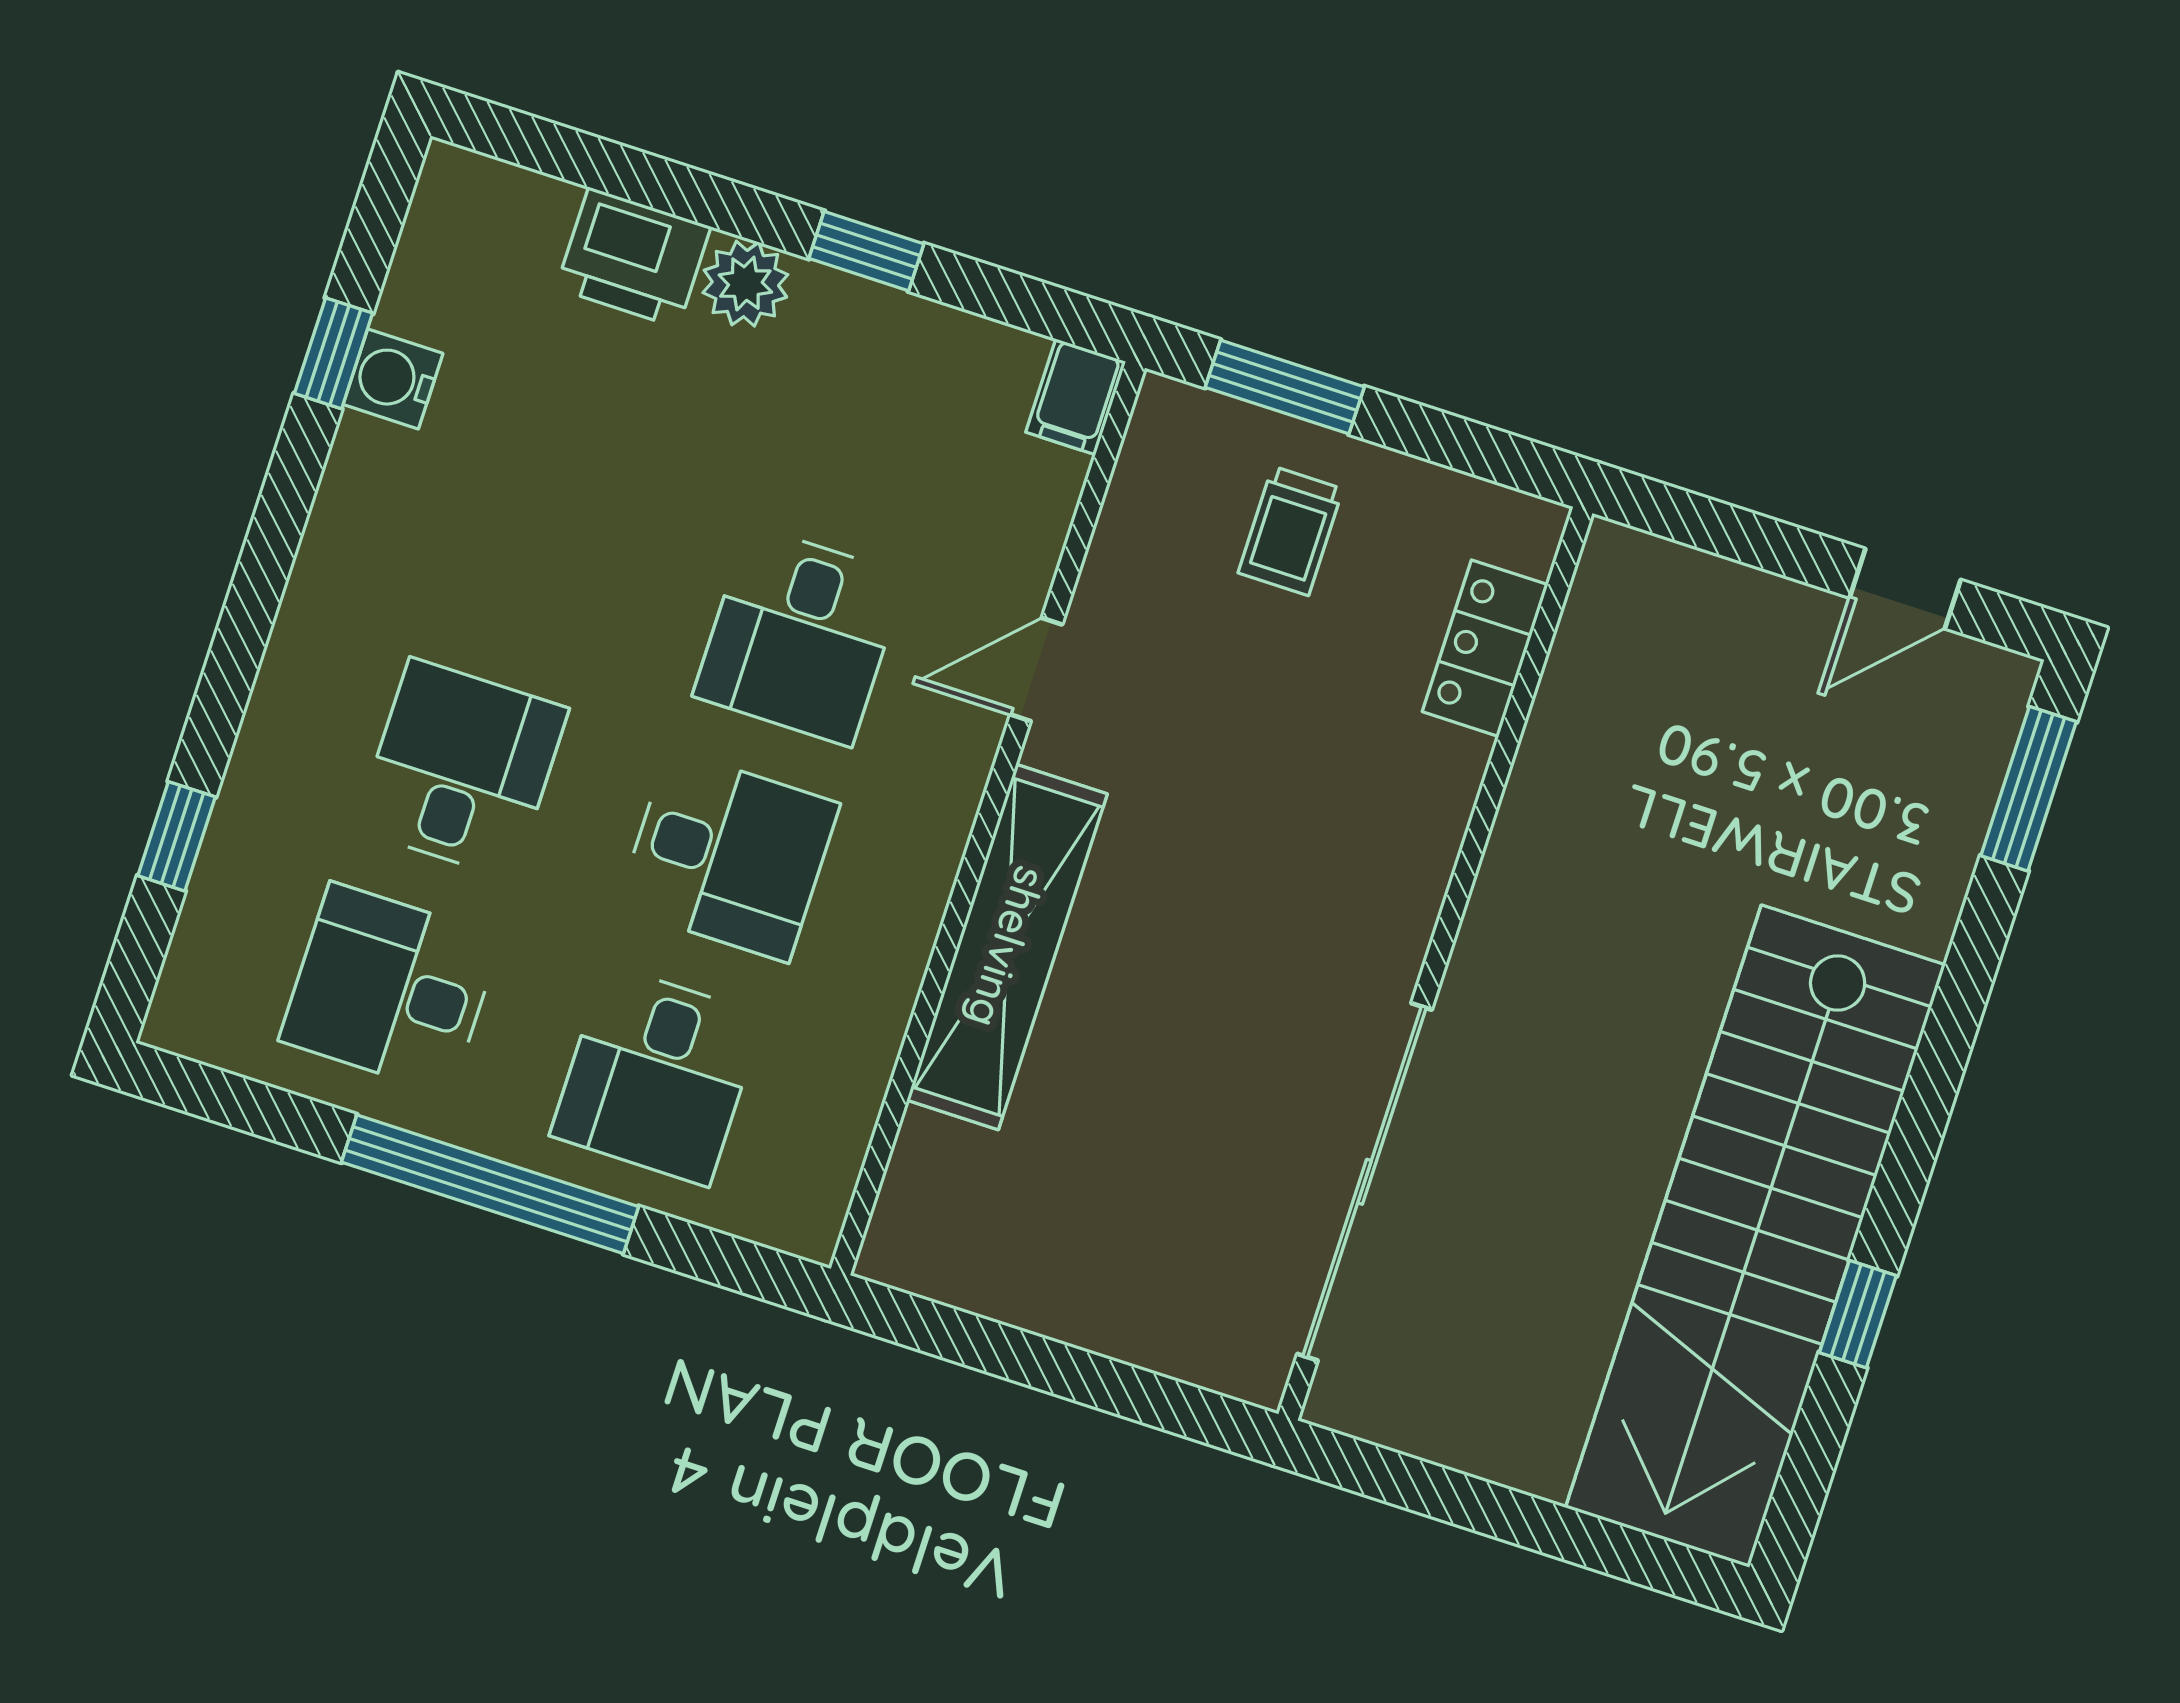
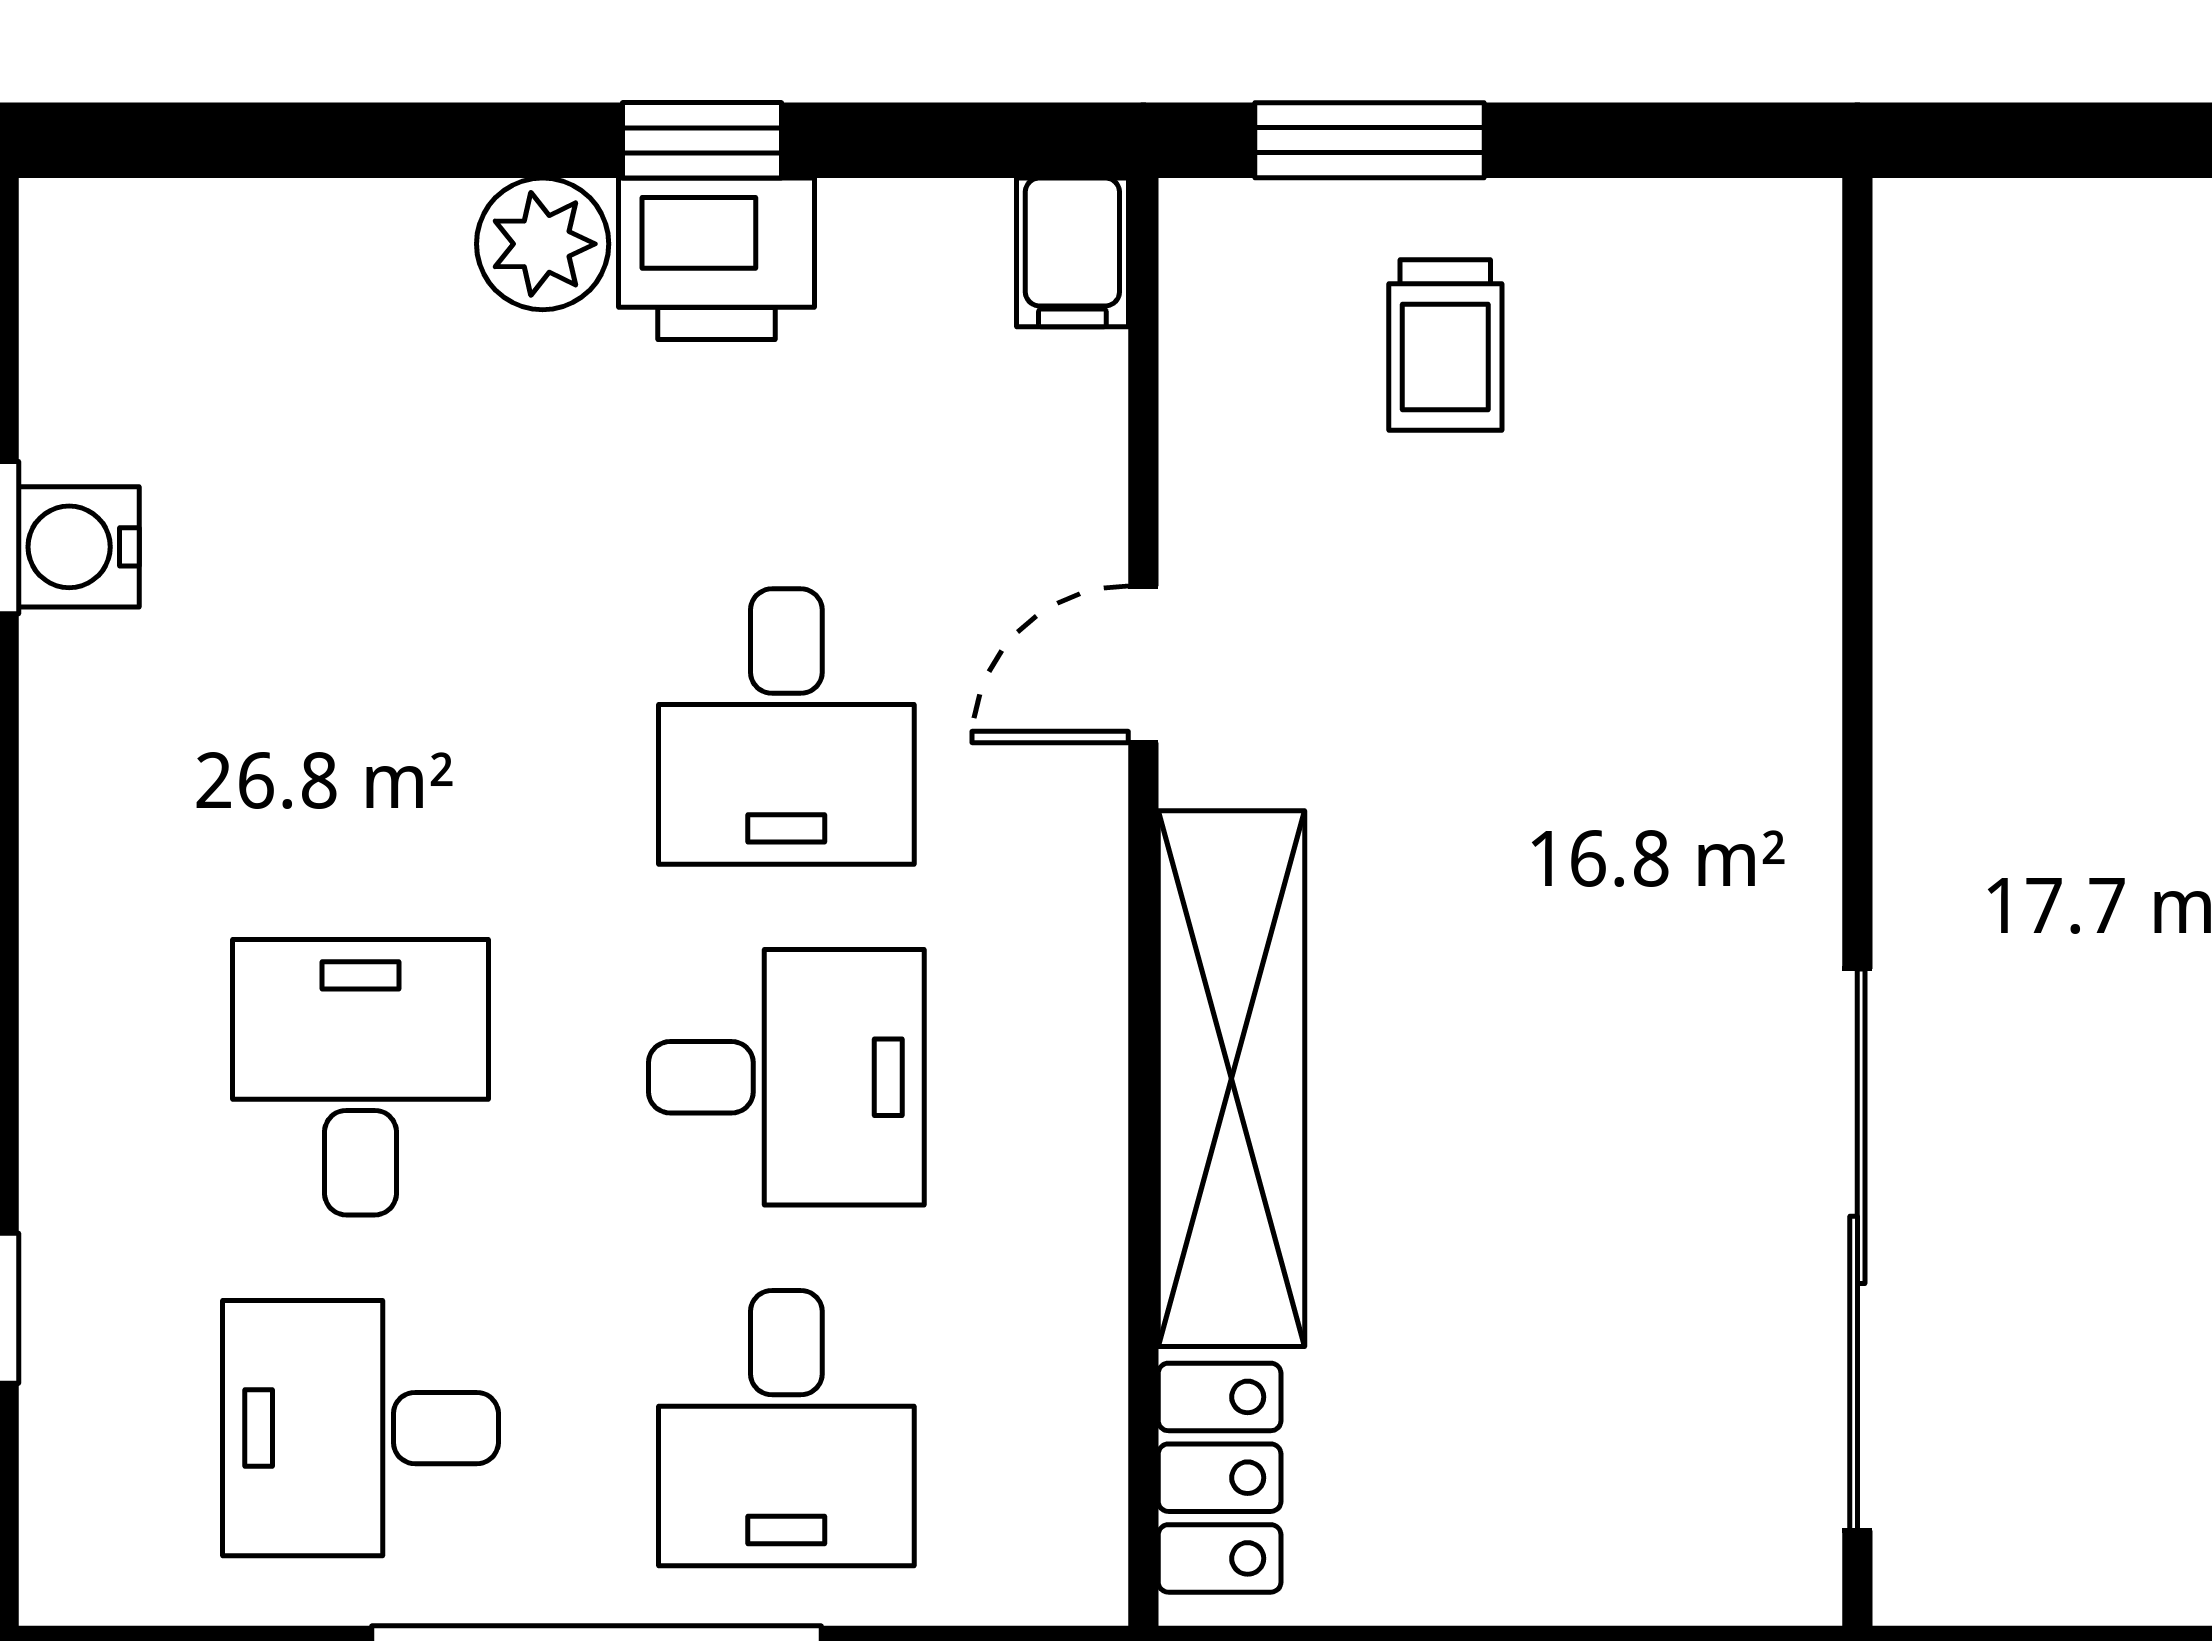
printer: (633, 258) -> (716, 259), moved
locker: (1485, 648) -> (1220, 1478), moved, turned 180

